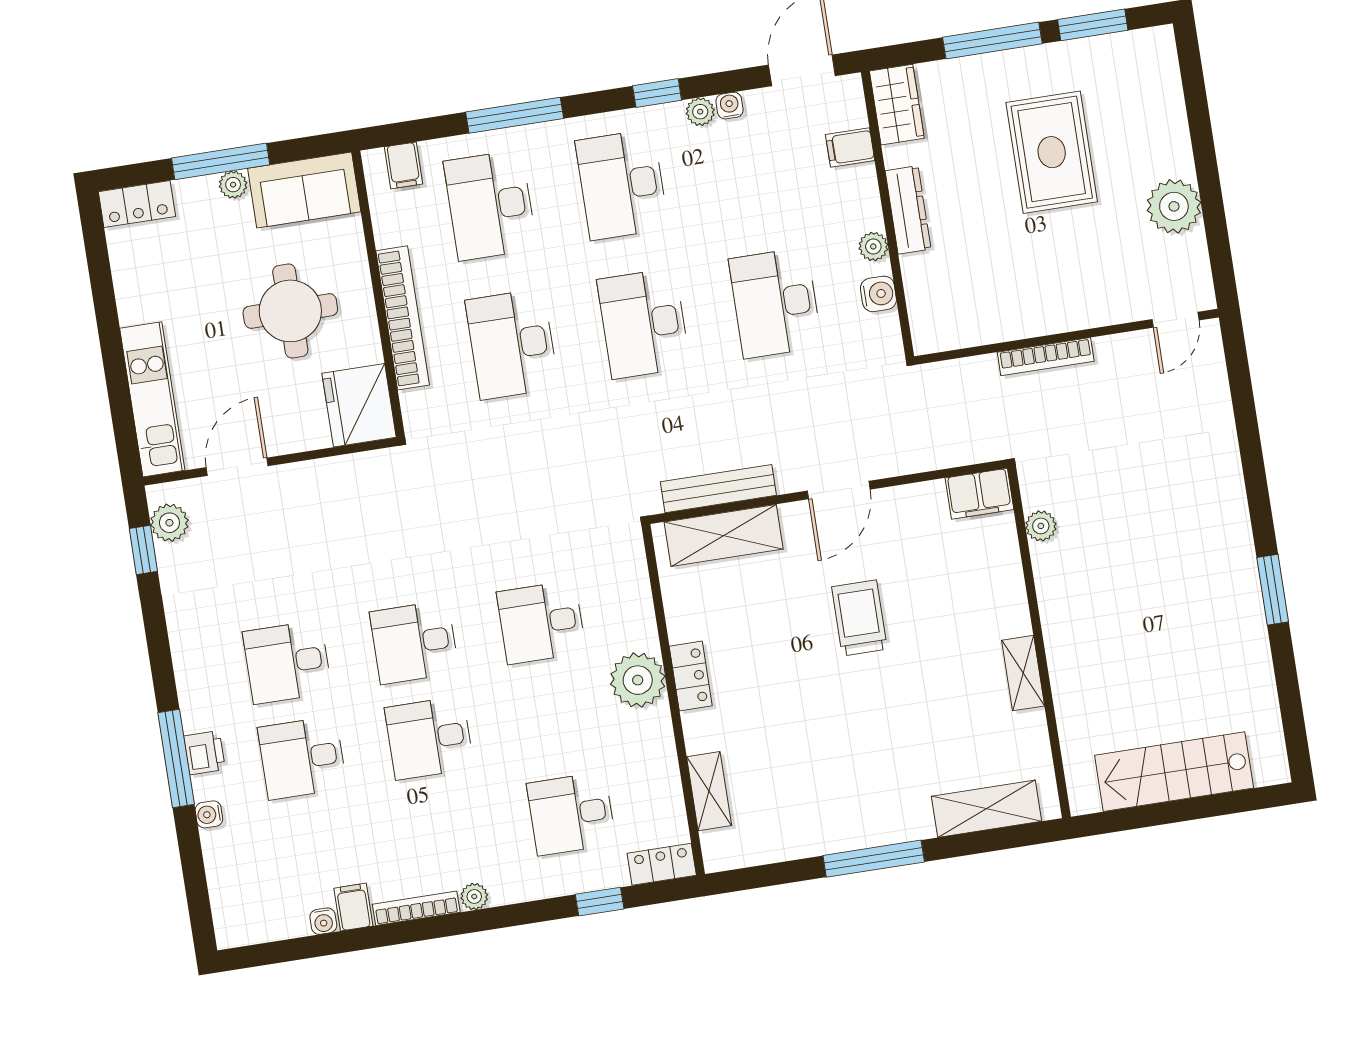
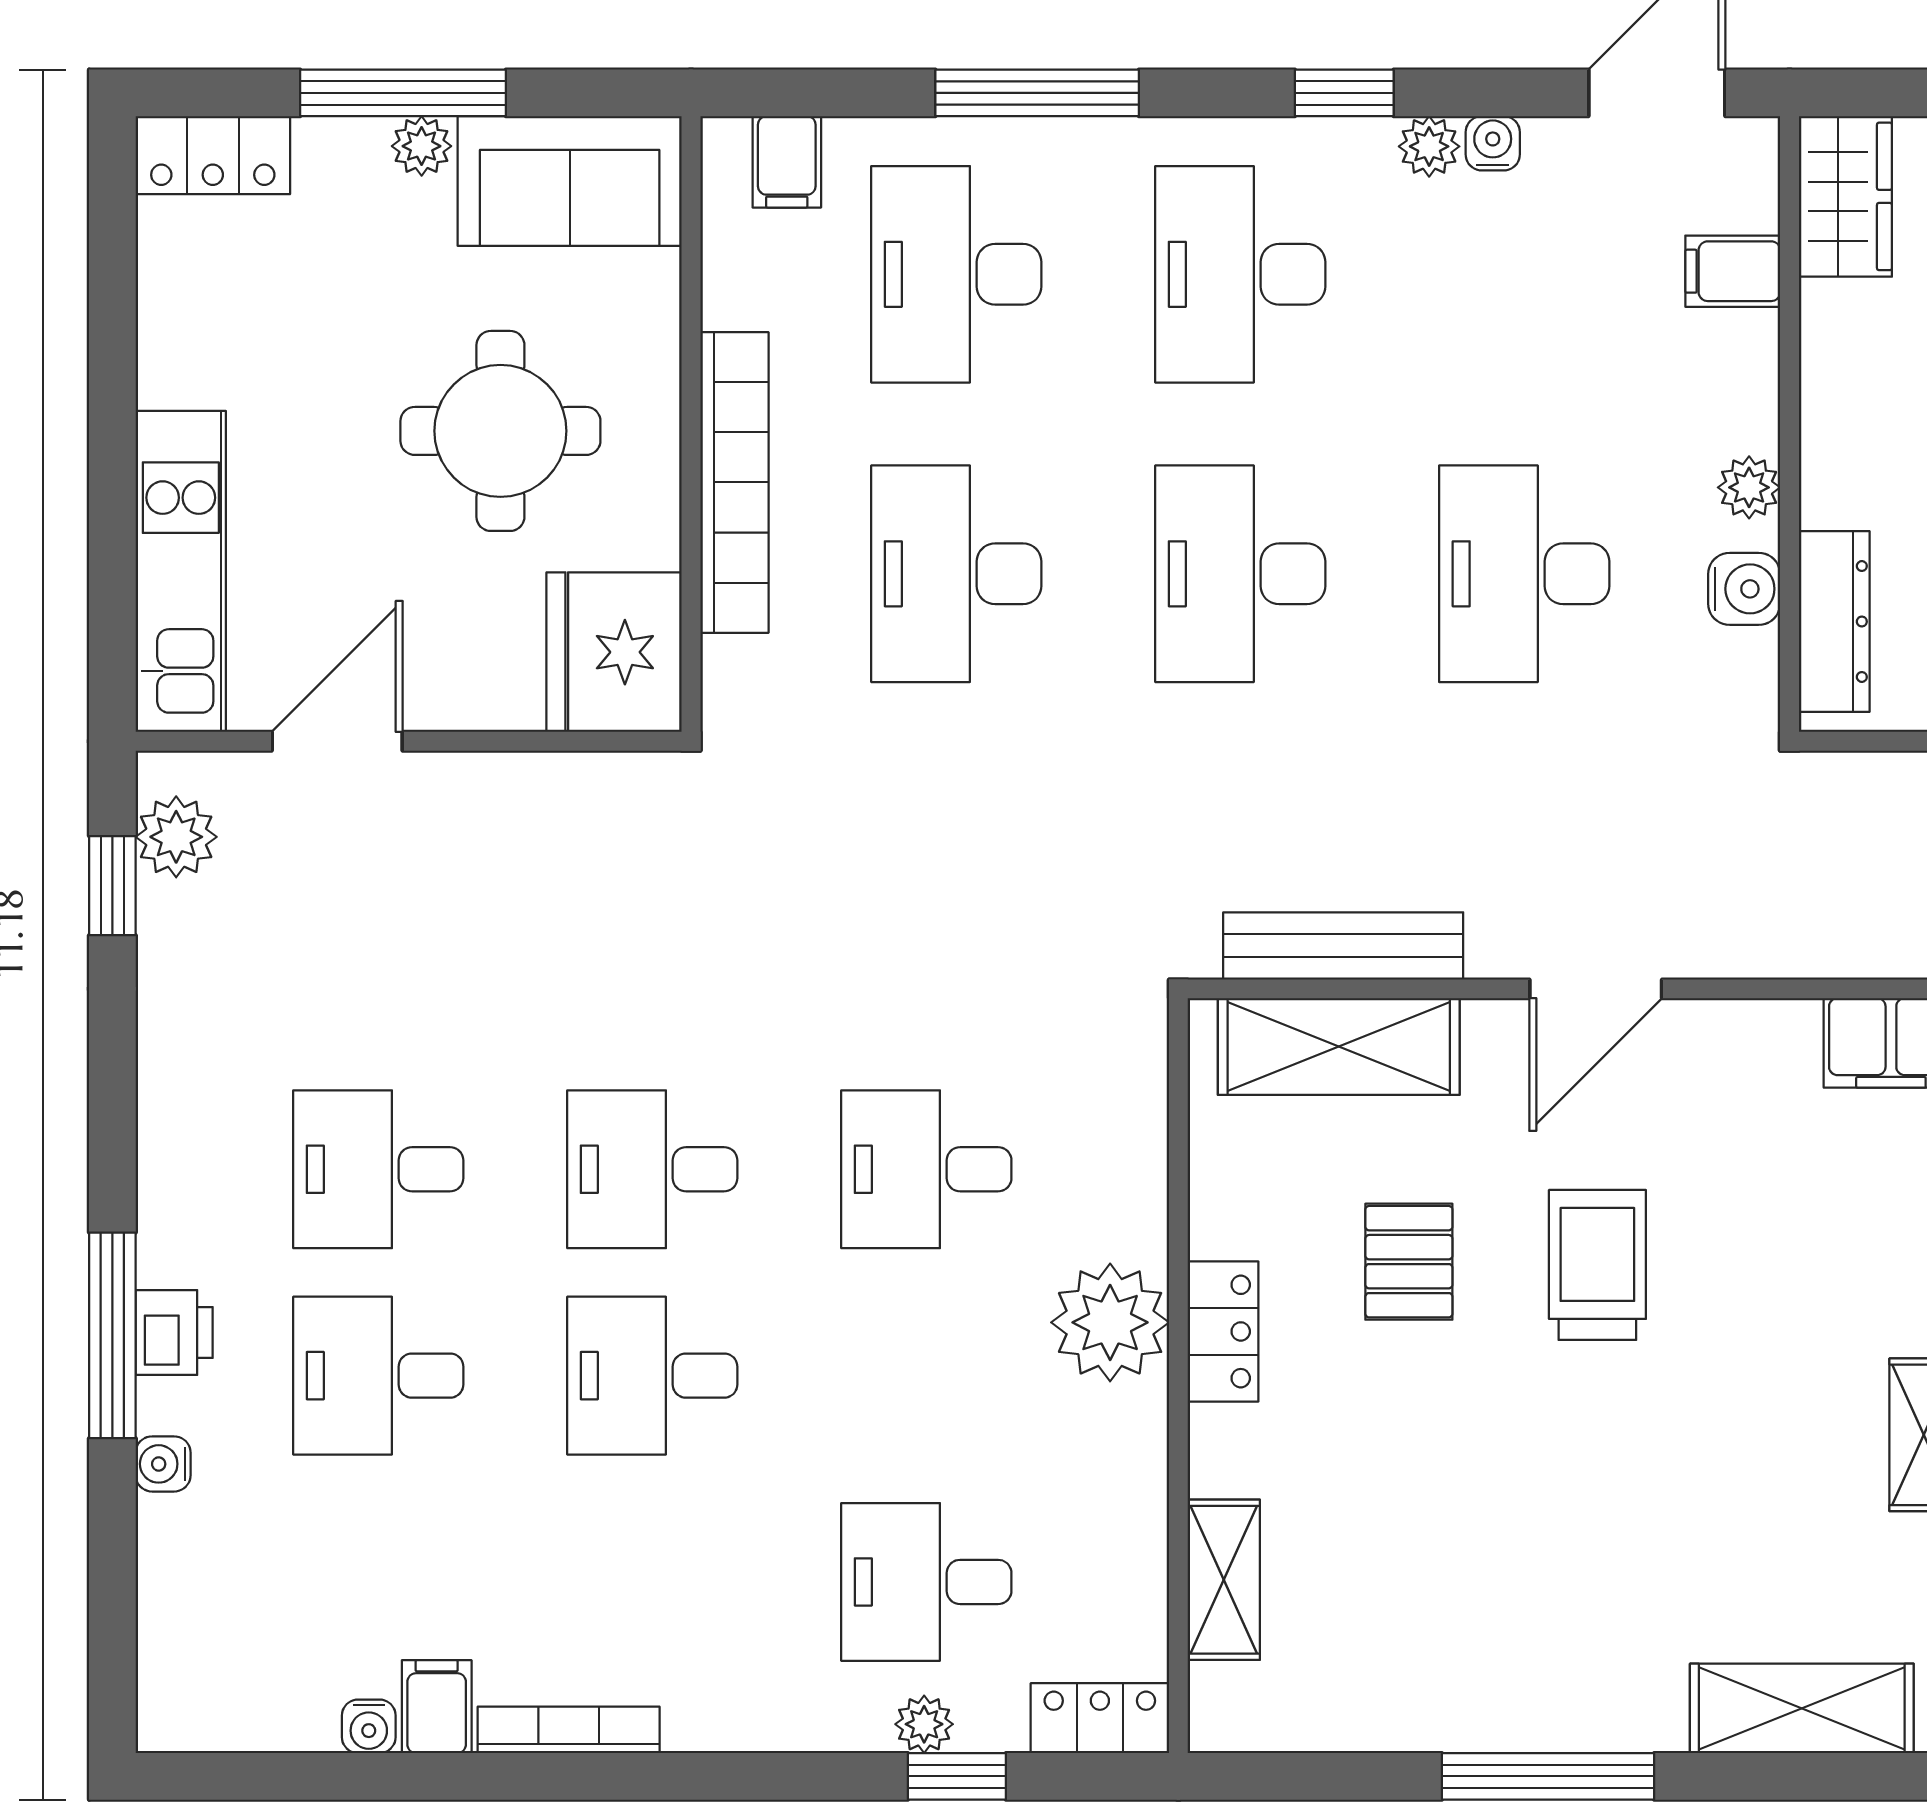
dresser: (908, 210) -> (1834, 622), moved
pallet: (772, 630) -> (1409, 1262), added
plant: (474, 897) -> (924, 1724), moved

